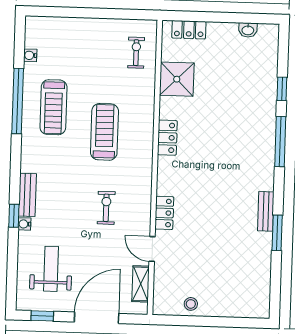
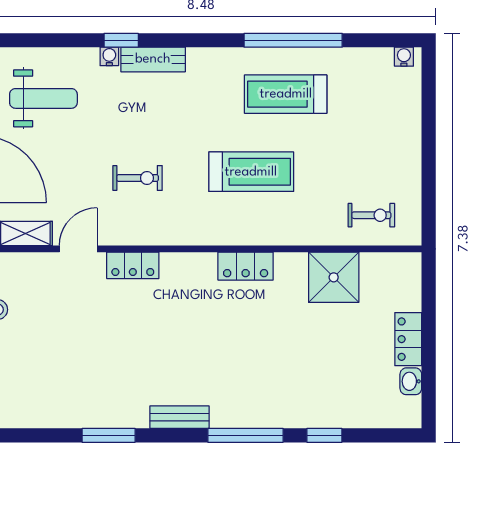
locker: (189, 30) -> (408, 339), moved
water cooler: (30, 55) -> (404, 57), moved
bench: (266, 211) -> (179, 417), moved

